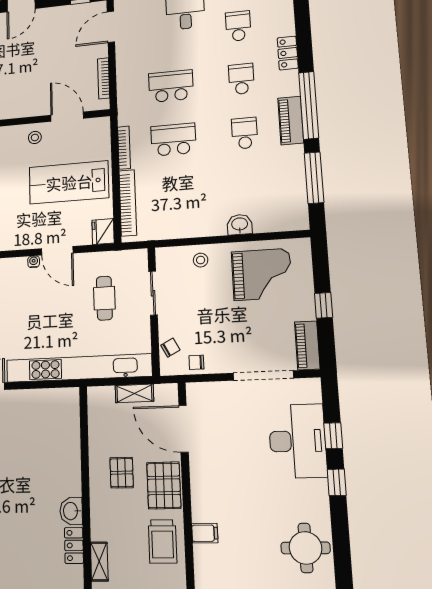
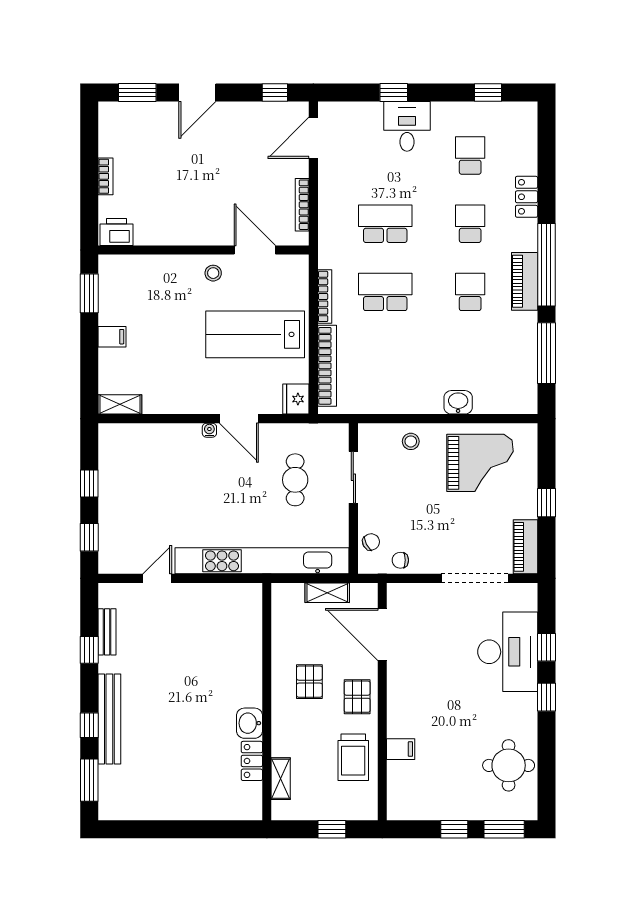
pallet: (164, 485) -> (357, 697), width x0.67, depth x0.71

